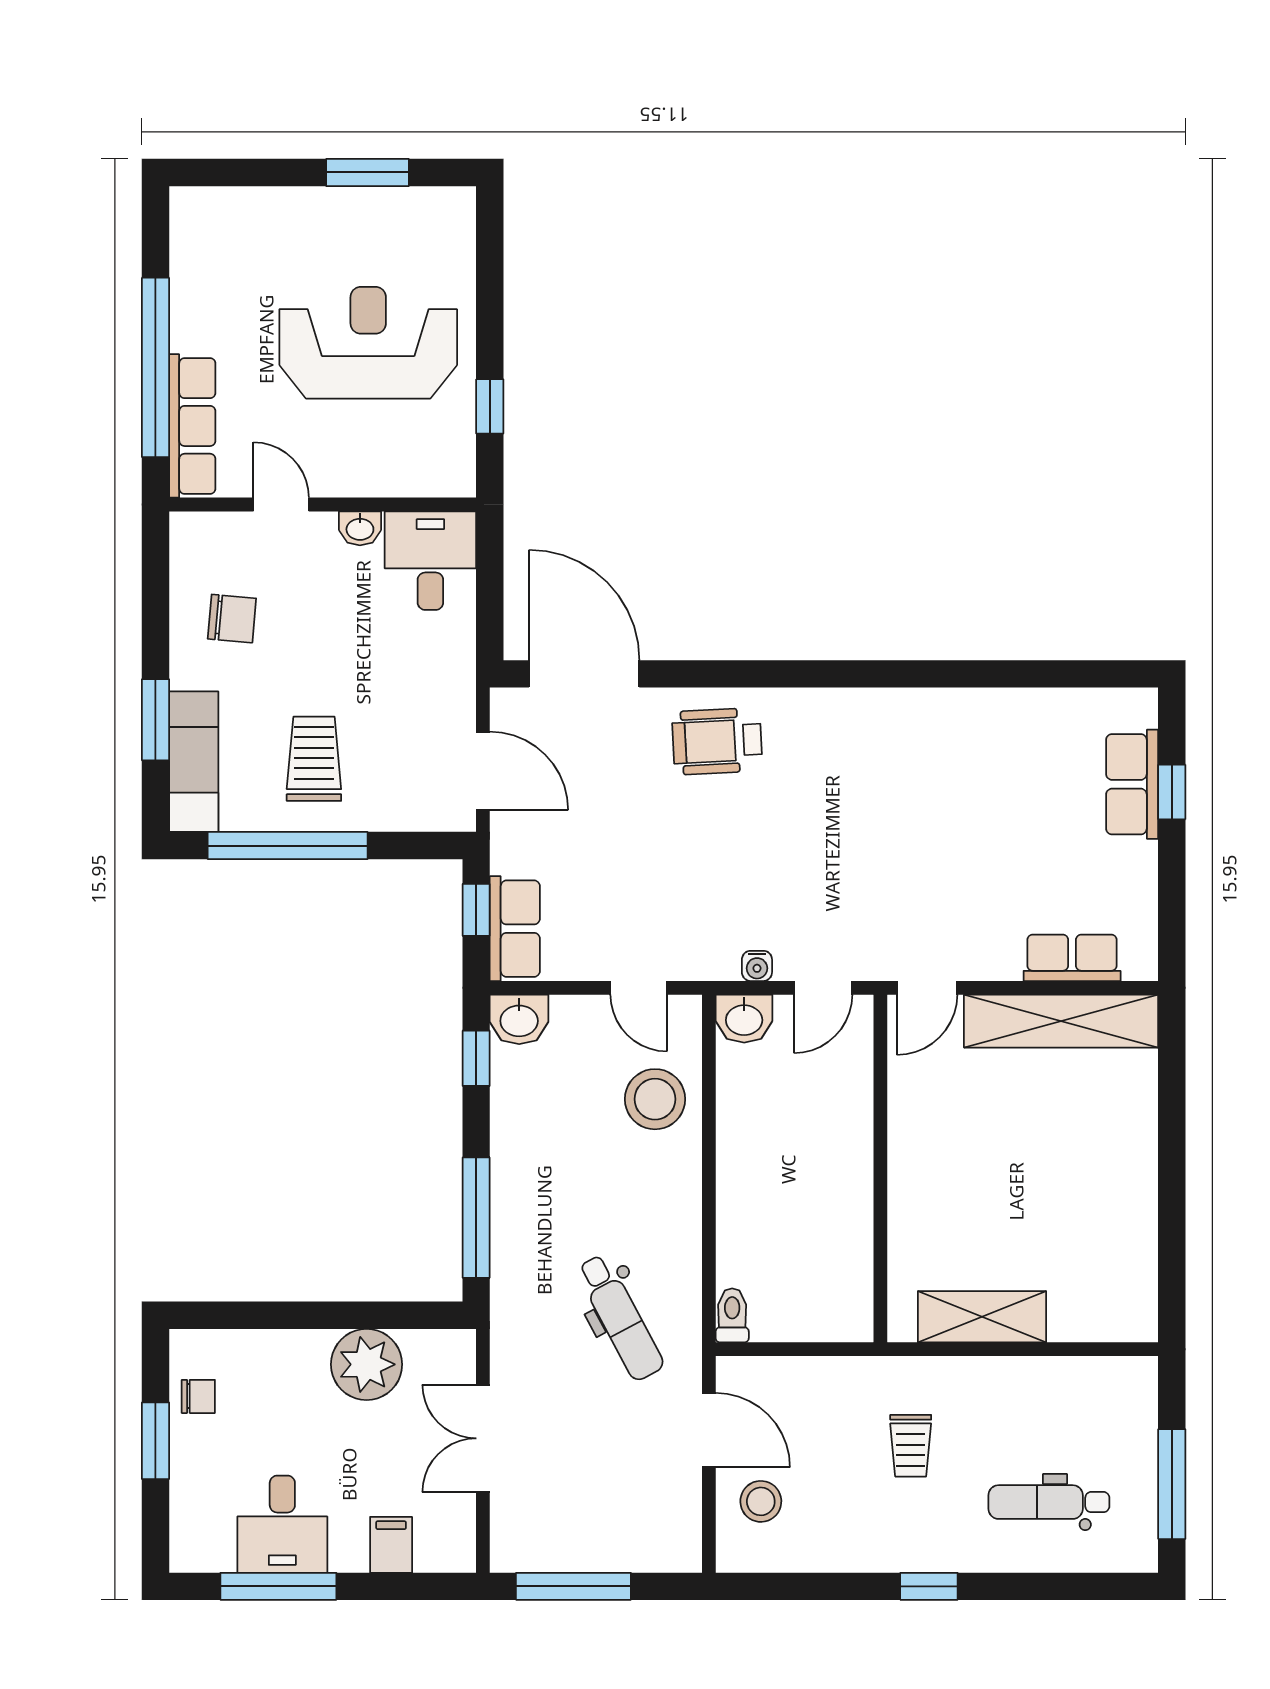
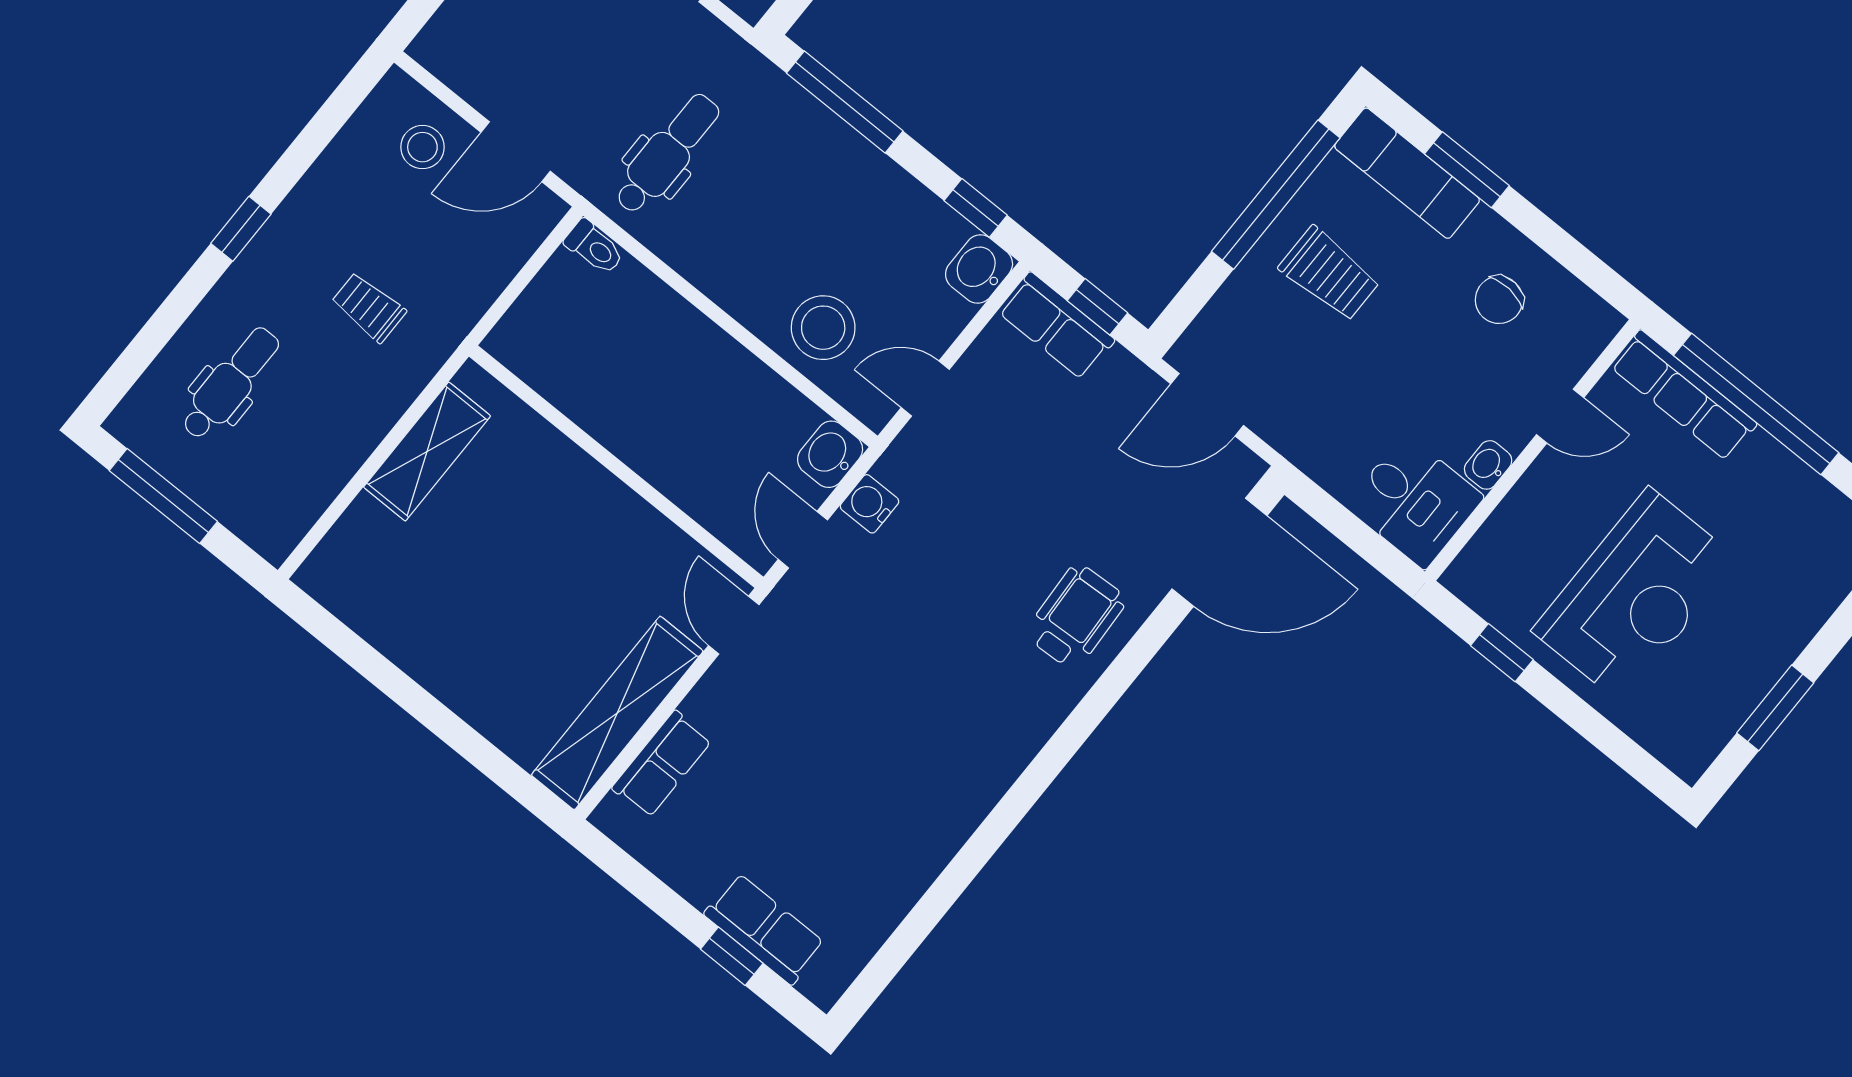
water cooler: (757, 966) -> (870, 504), width x1.38, depth x1.38
dental chair: (620, 1317) -> (667, 154), turned 118

